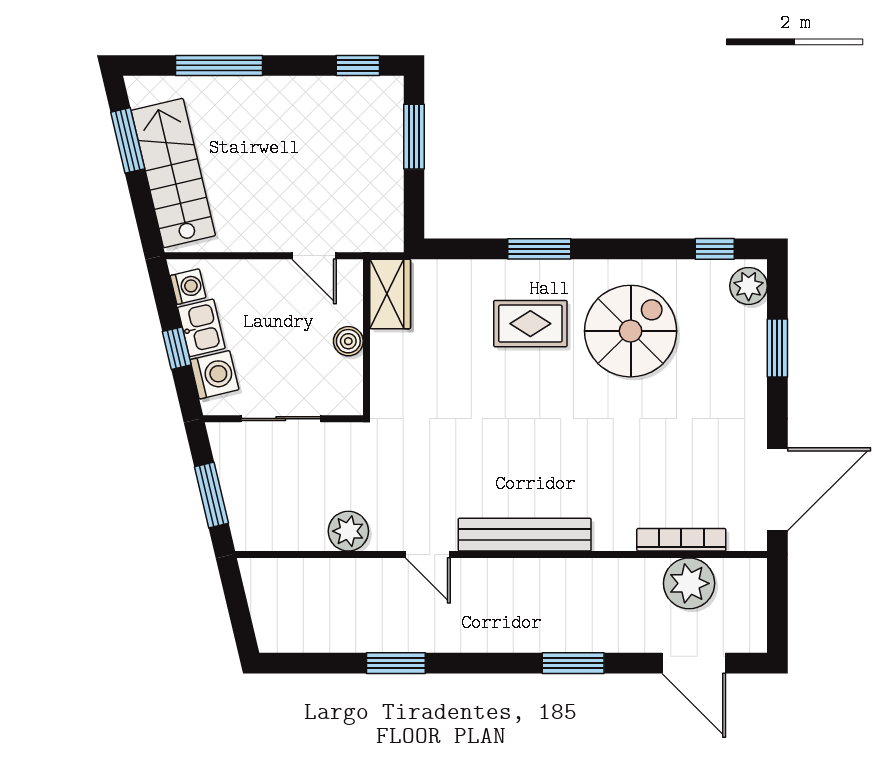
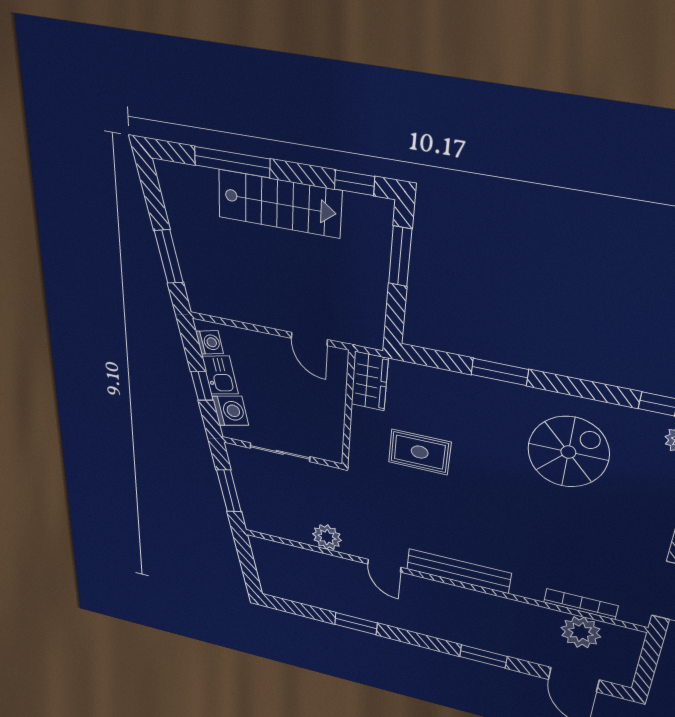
window: (128, 140) -> (169, 257), moved
stairs: (173, 173) -> (279, 204), moved, turned 103
rug: (530, 324) -> (420, 452), moved
boiler: (348, 341) -> (334, 409), removed

